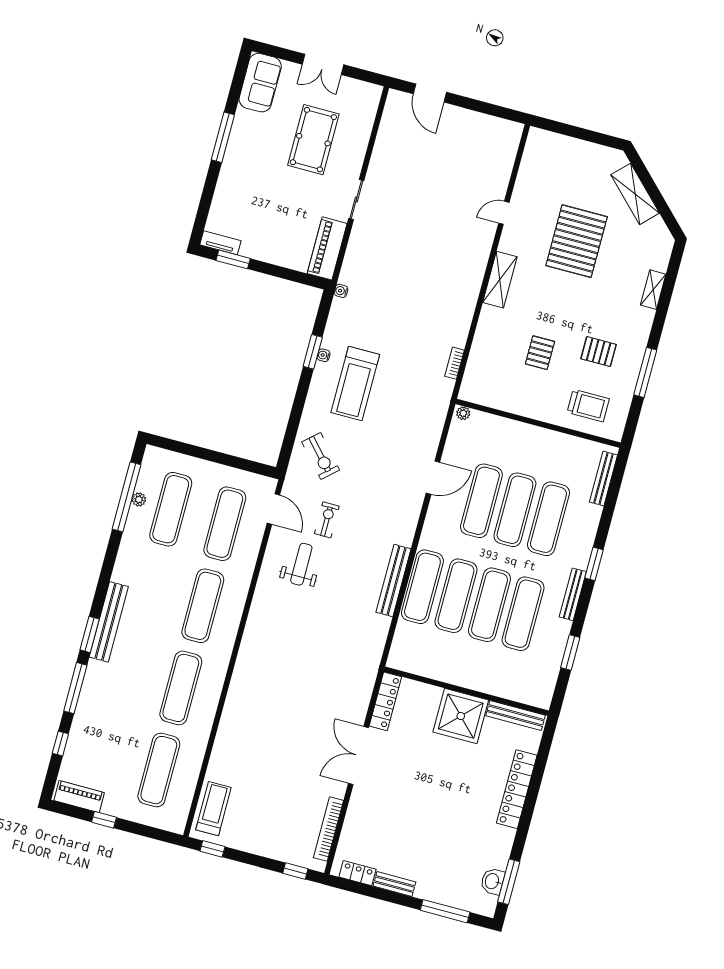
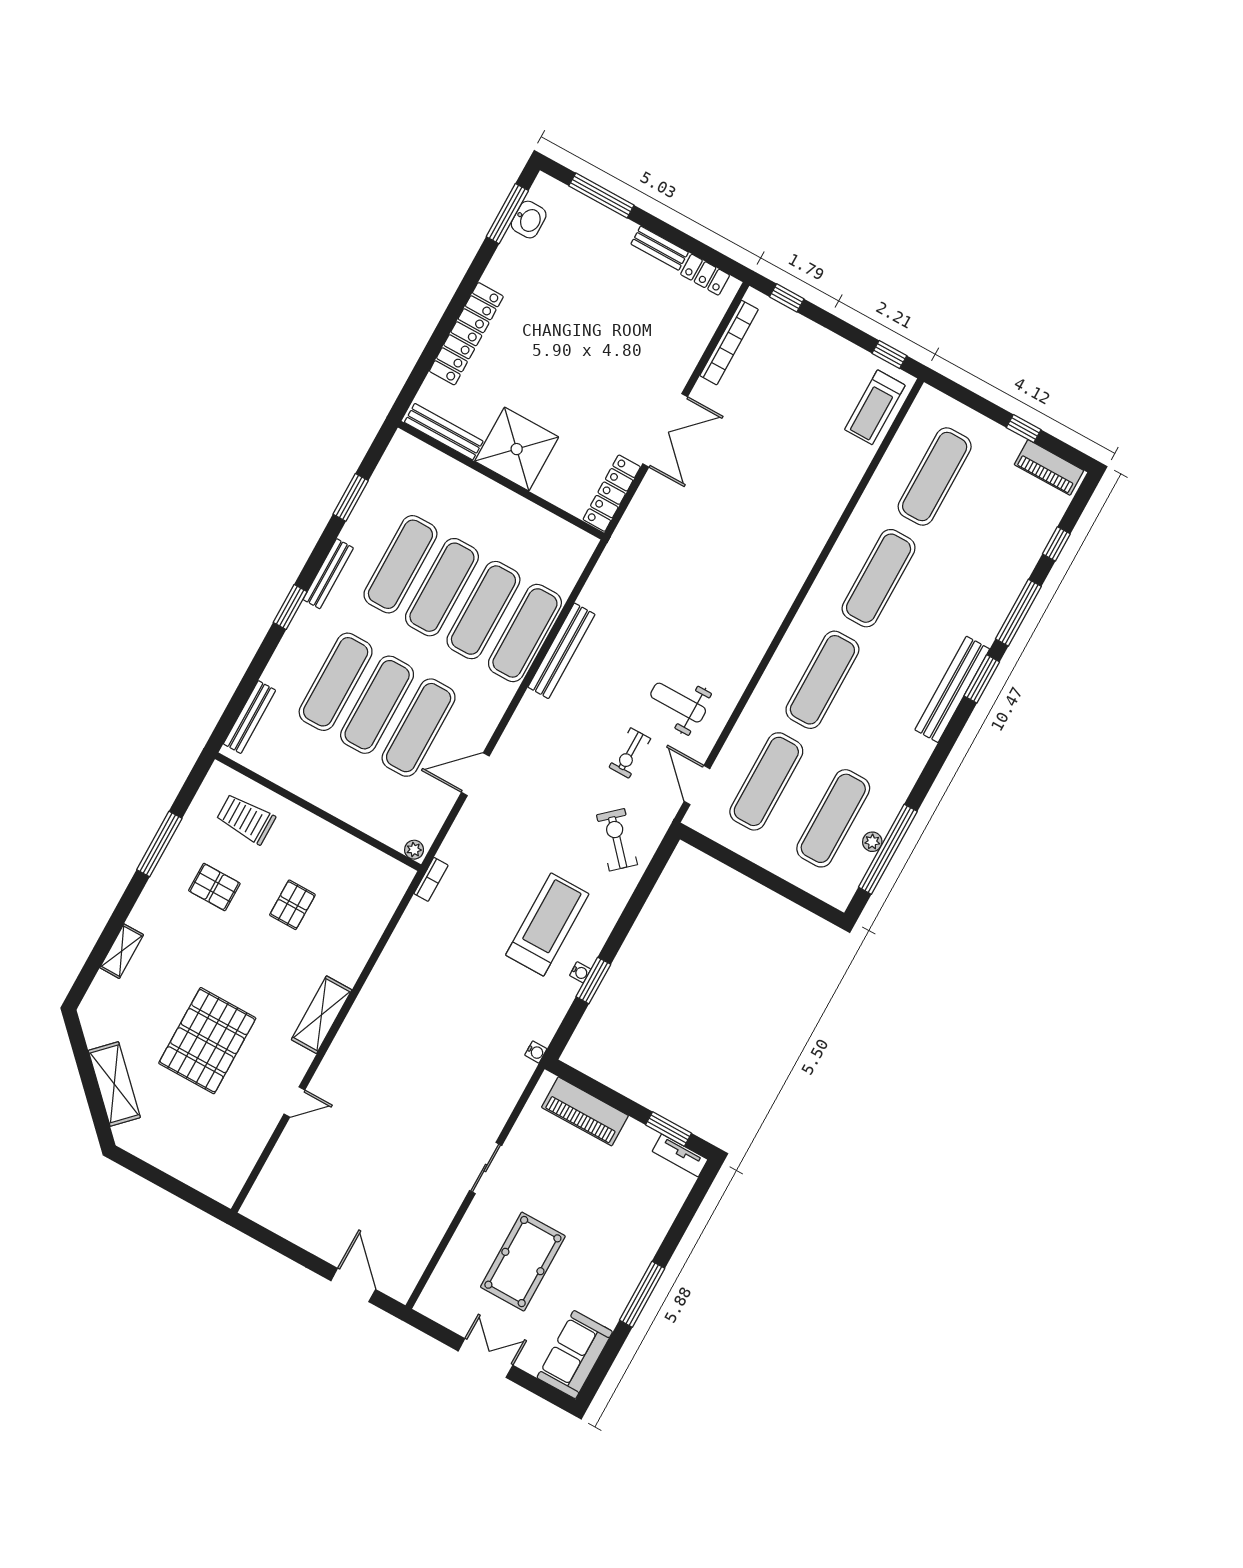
piano: (327, 248) -> (585, 1111), moved, turned 90
bookcase: (454, 363) -> (431, 879), moved
weight bench: (301, 564) -> (678, 703), turned 90

